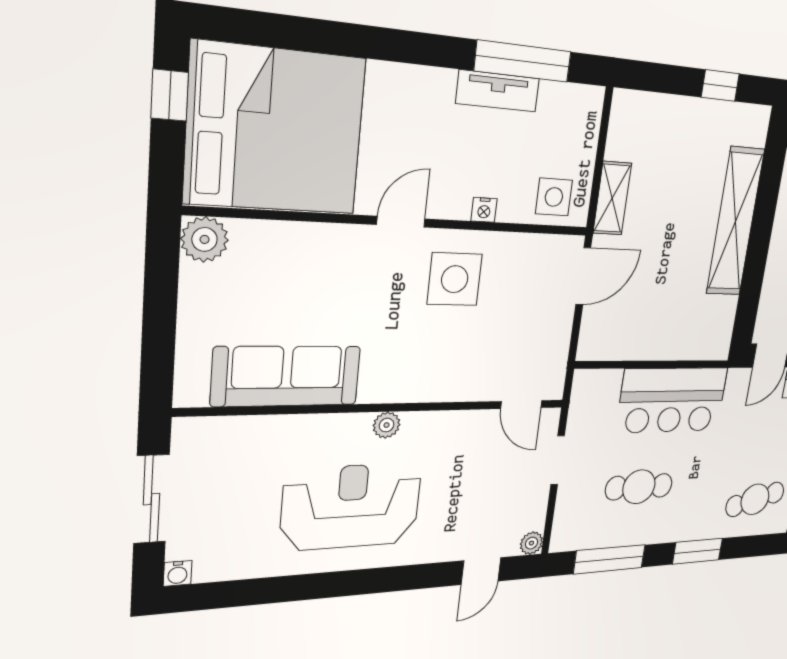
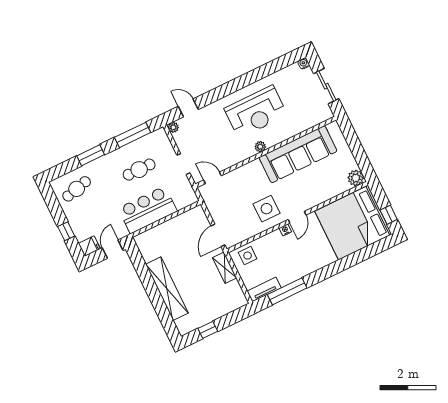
tv unit: (498, 91) -> (264, 290), moved
nightstand: (484, 210) -> (285, 230), moved
sofa: (287, 376) -> (298, 154), width x1.36, depth x1.27
door: (481, 571) -> (188, 108), hinge flipped

